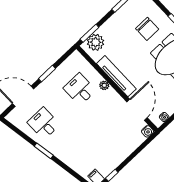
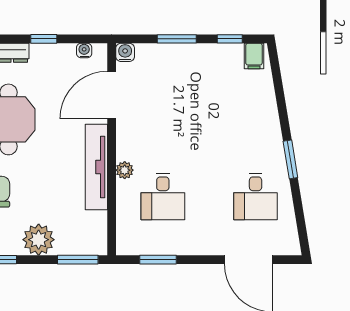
plant: (96, 42) -> (39, 240), moved
window: (47, 74) -> (158, 260), moved
window: (132, 156) -> (177, 39), added

